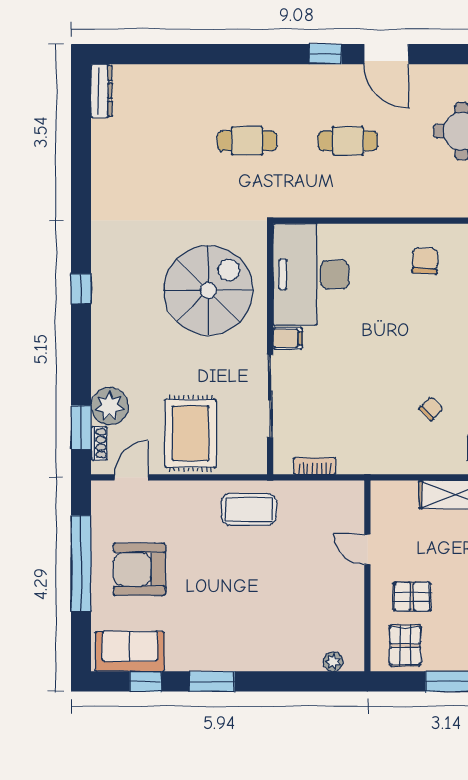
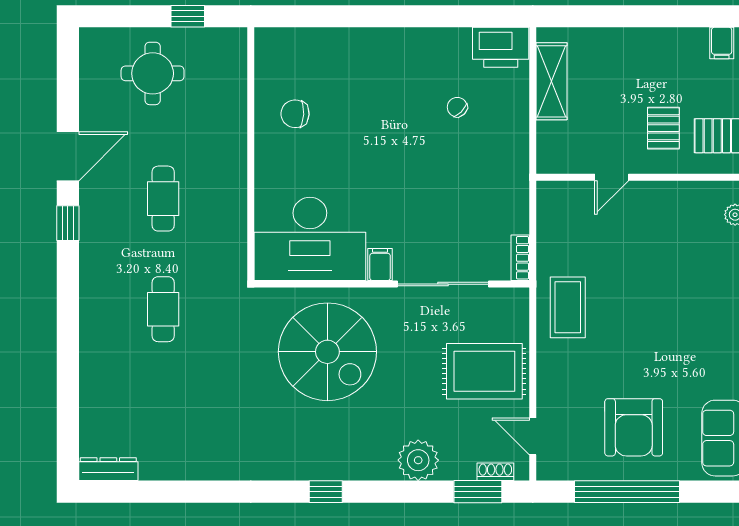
spiral stairs: (208, 290) -> (327, 352), turned 180
plant: (110, 406) -> (418, 460), moved
bookcase: (315, 466) -> (520, 258), moved

